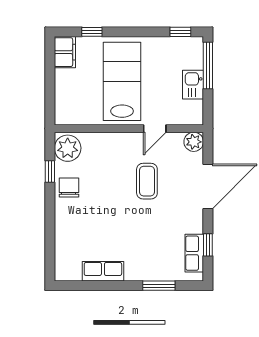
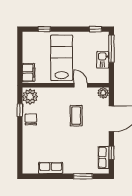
filing cabinet: (65, 52) -> (29, 73), moved
door: (155, 129) -> (81, 85), swing flipped

